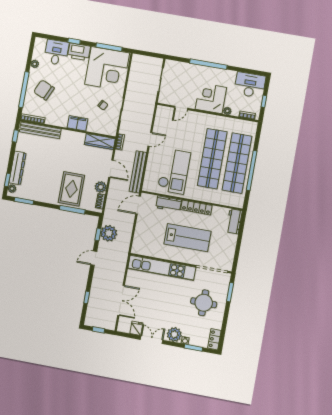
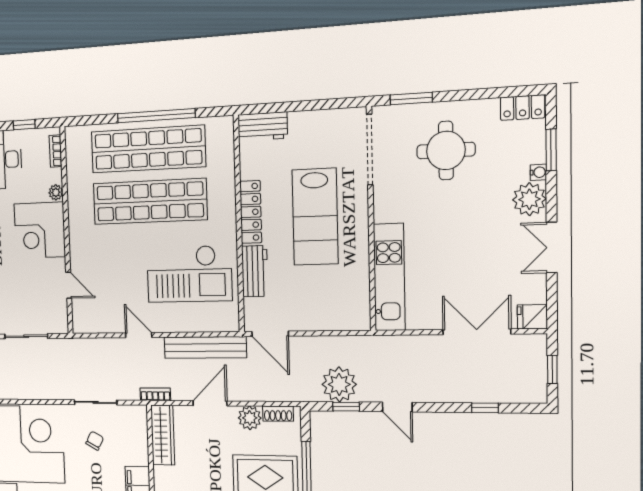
checkout: (174, 171) -> (189, 274), turned 180
lab bench: (187, 238) -> (315, 217), turned 180
kitchen unit: (162, 268) -> (389, 277), width x0.73
fridge: (136, 328) -> (532, 317), moved

